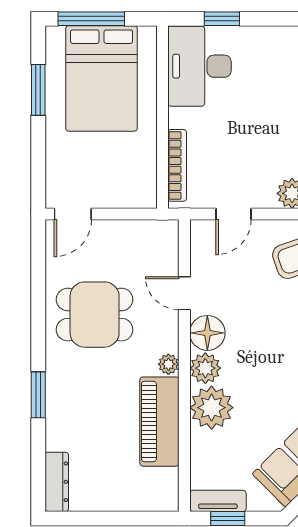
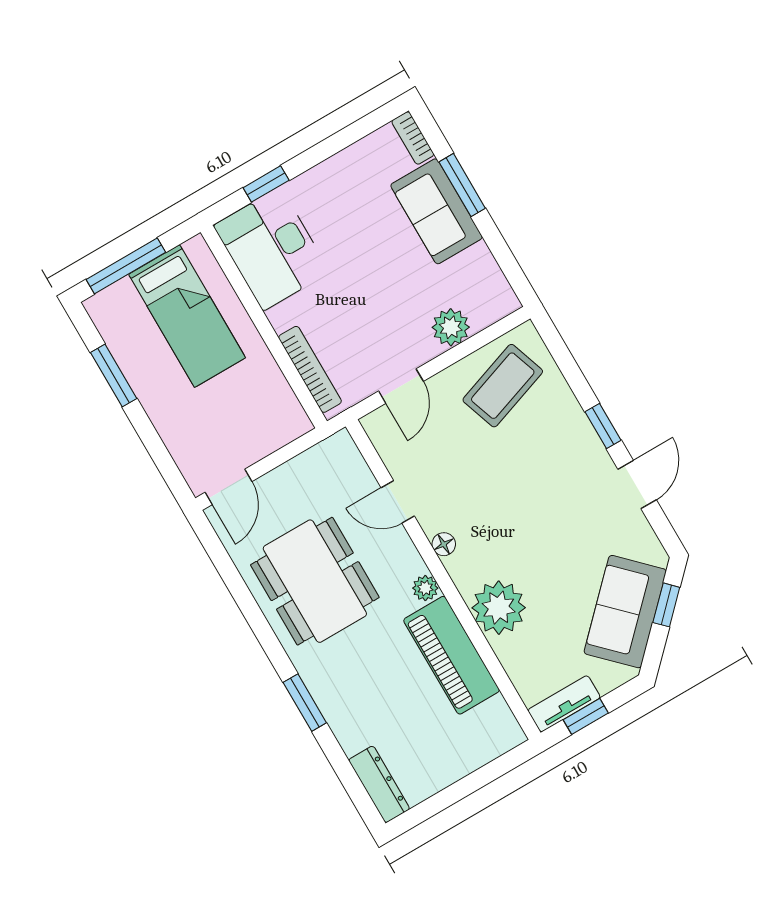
bed: (102, 78) -> (187, 316), width x0.67
dining table: (95, 315) -> (315, 581), width x1.38
floor lamp: (207, 333) -> (444, 544), width x0.53, depth x0.53
plant: (205, 368) -> (467, 569), removed

